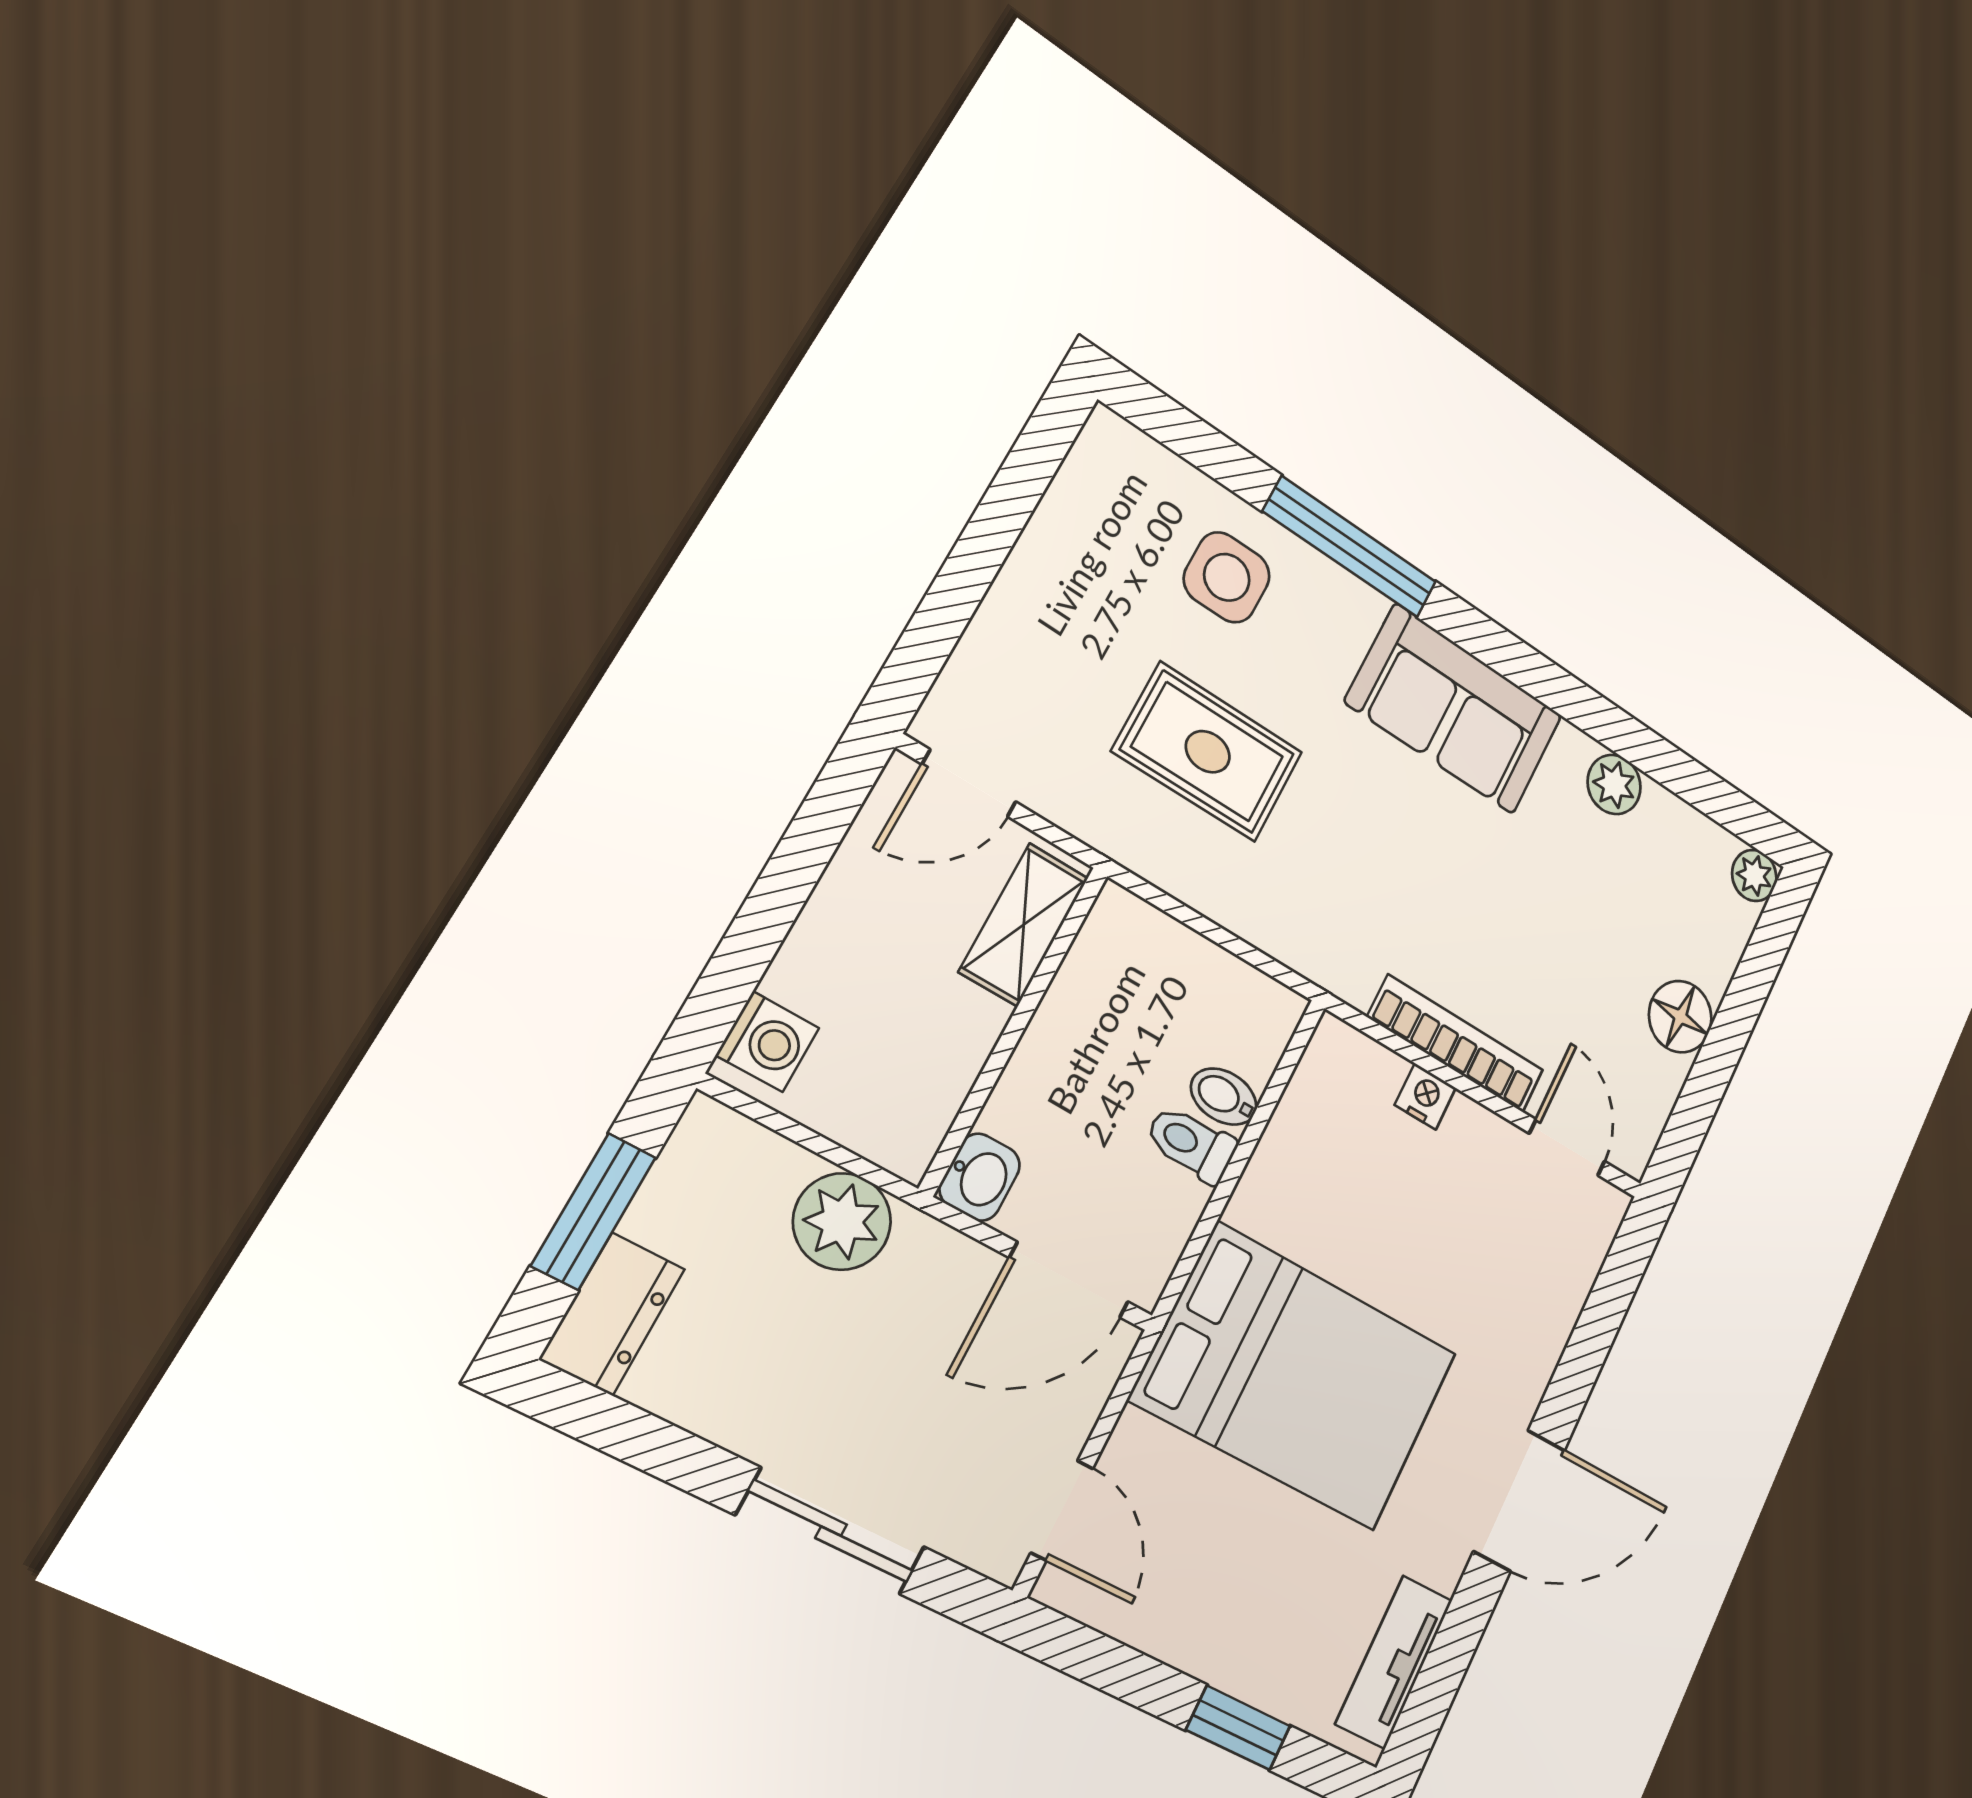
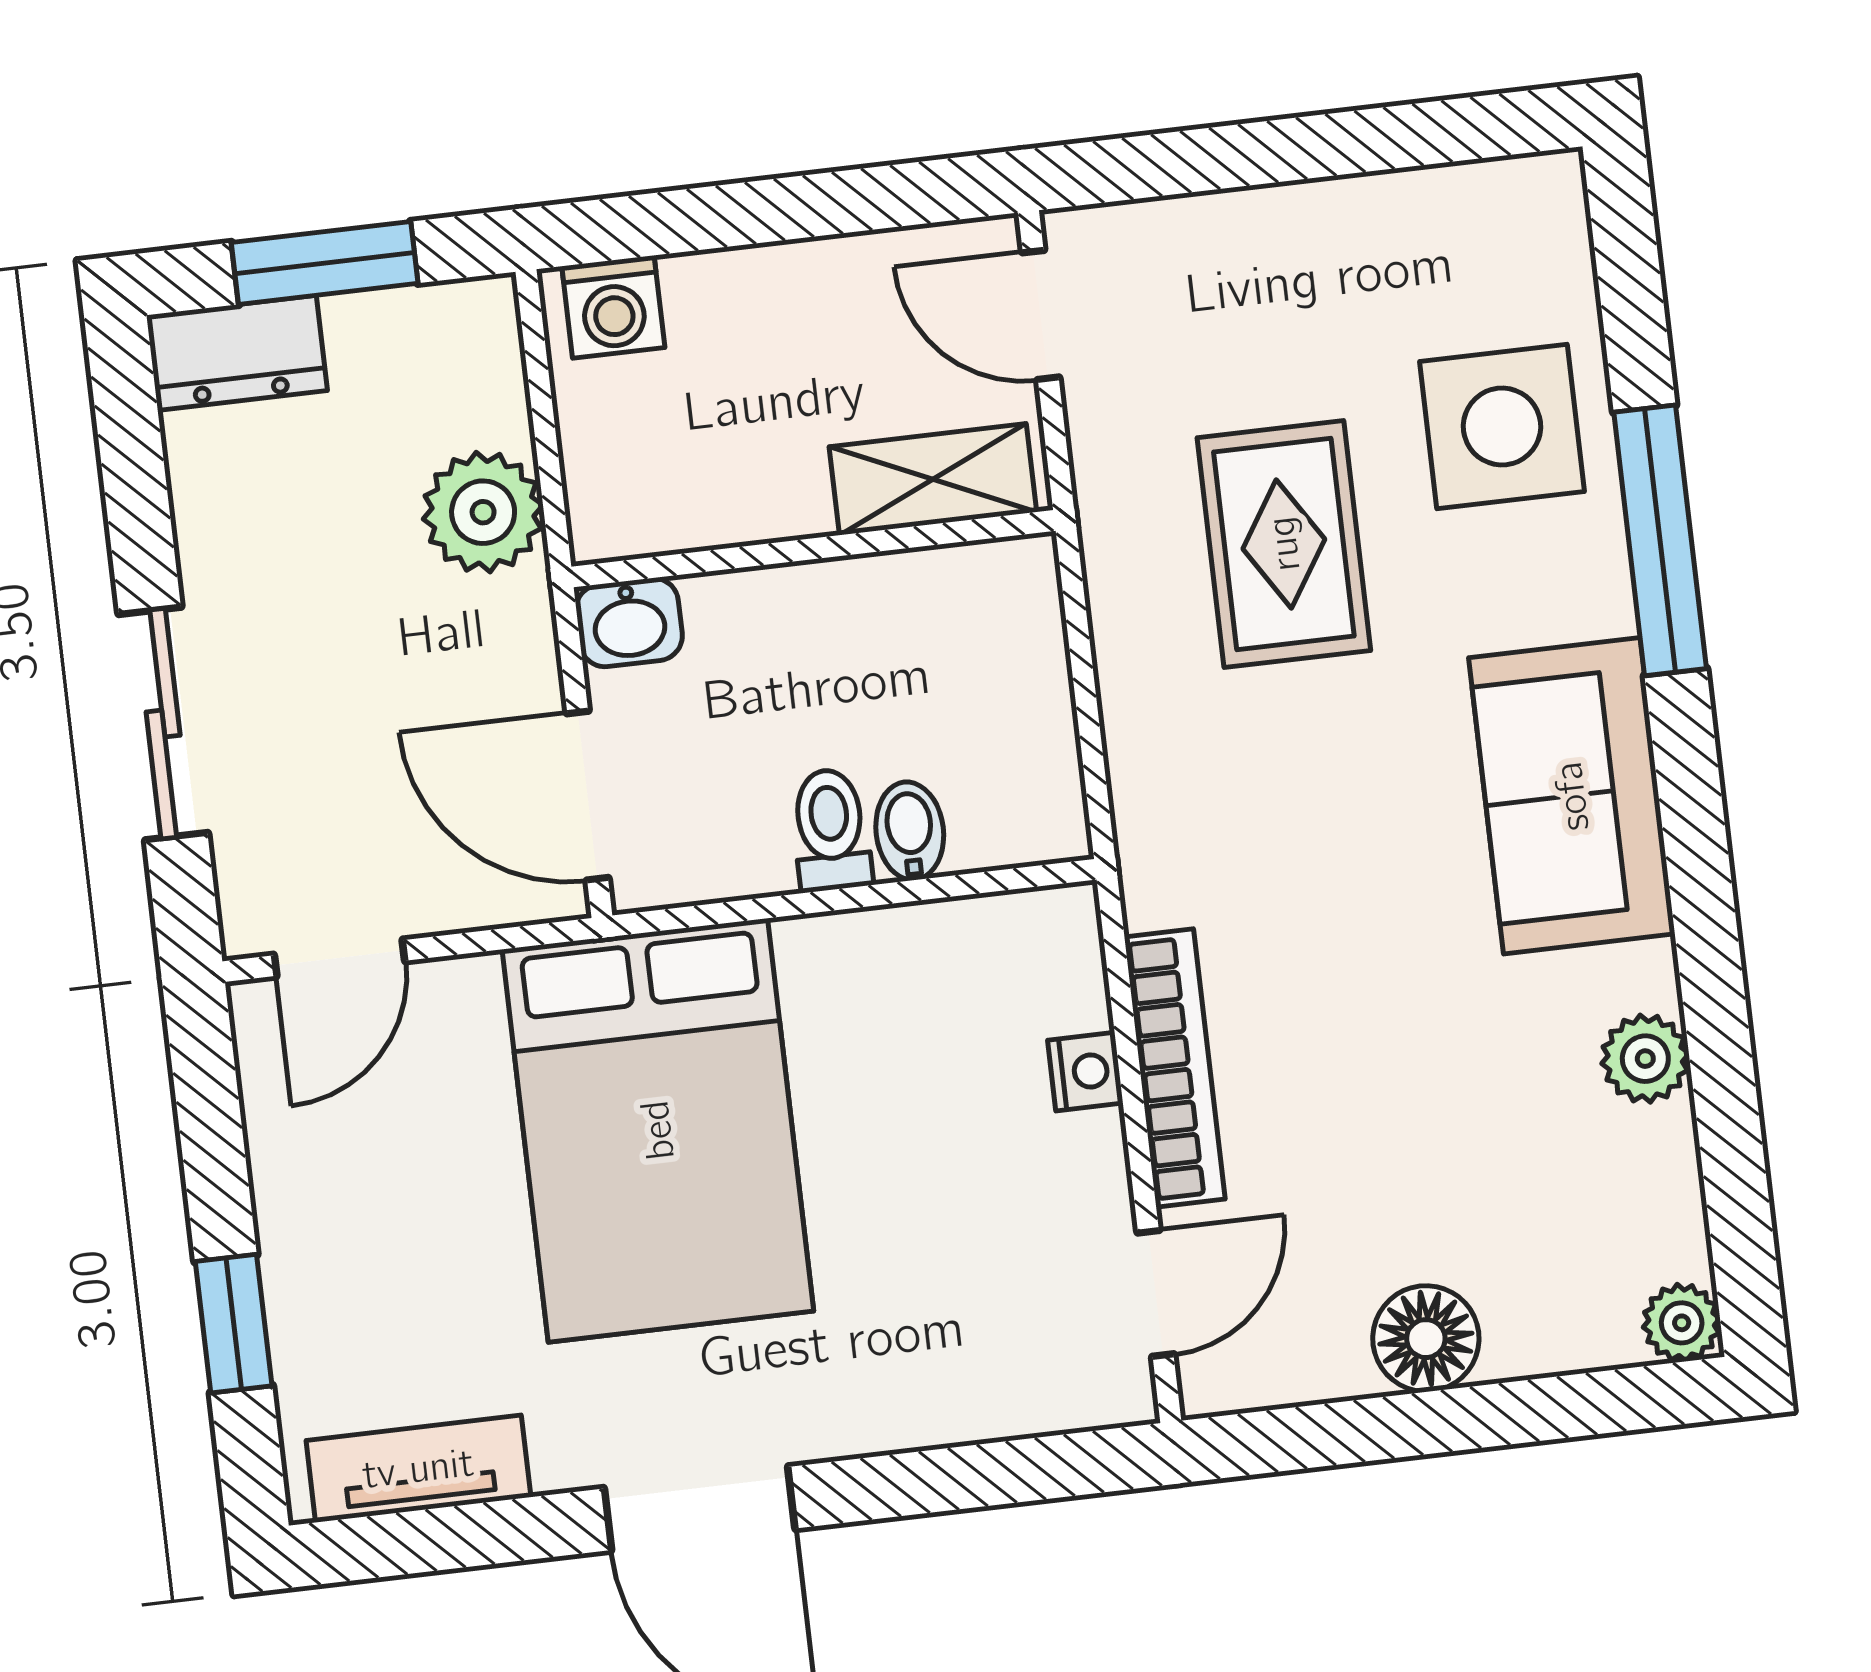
side table: (1227, 577) -> (1502, 427), width x1.37, depth x1.37

